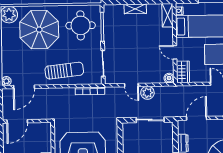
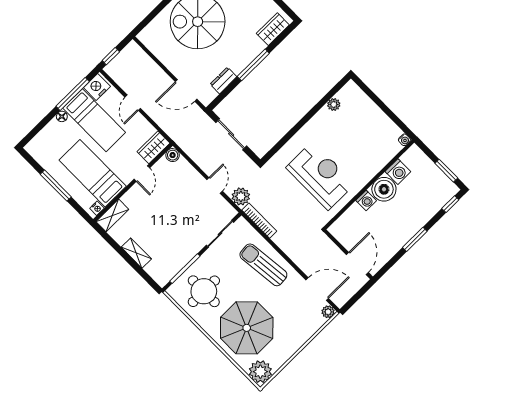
plant: (147, 93) -> (241, 196), moved
door: (17, 121) -> (357, 264), hinge flipped

